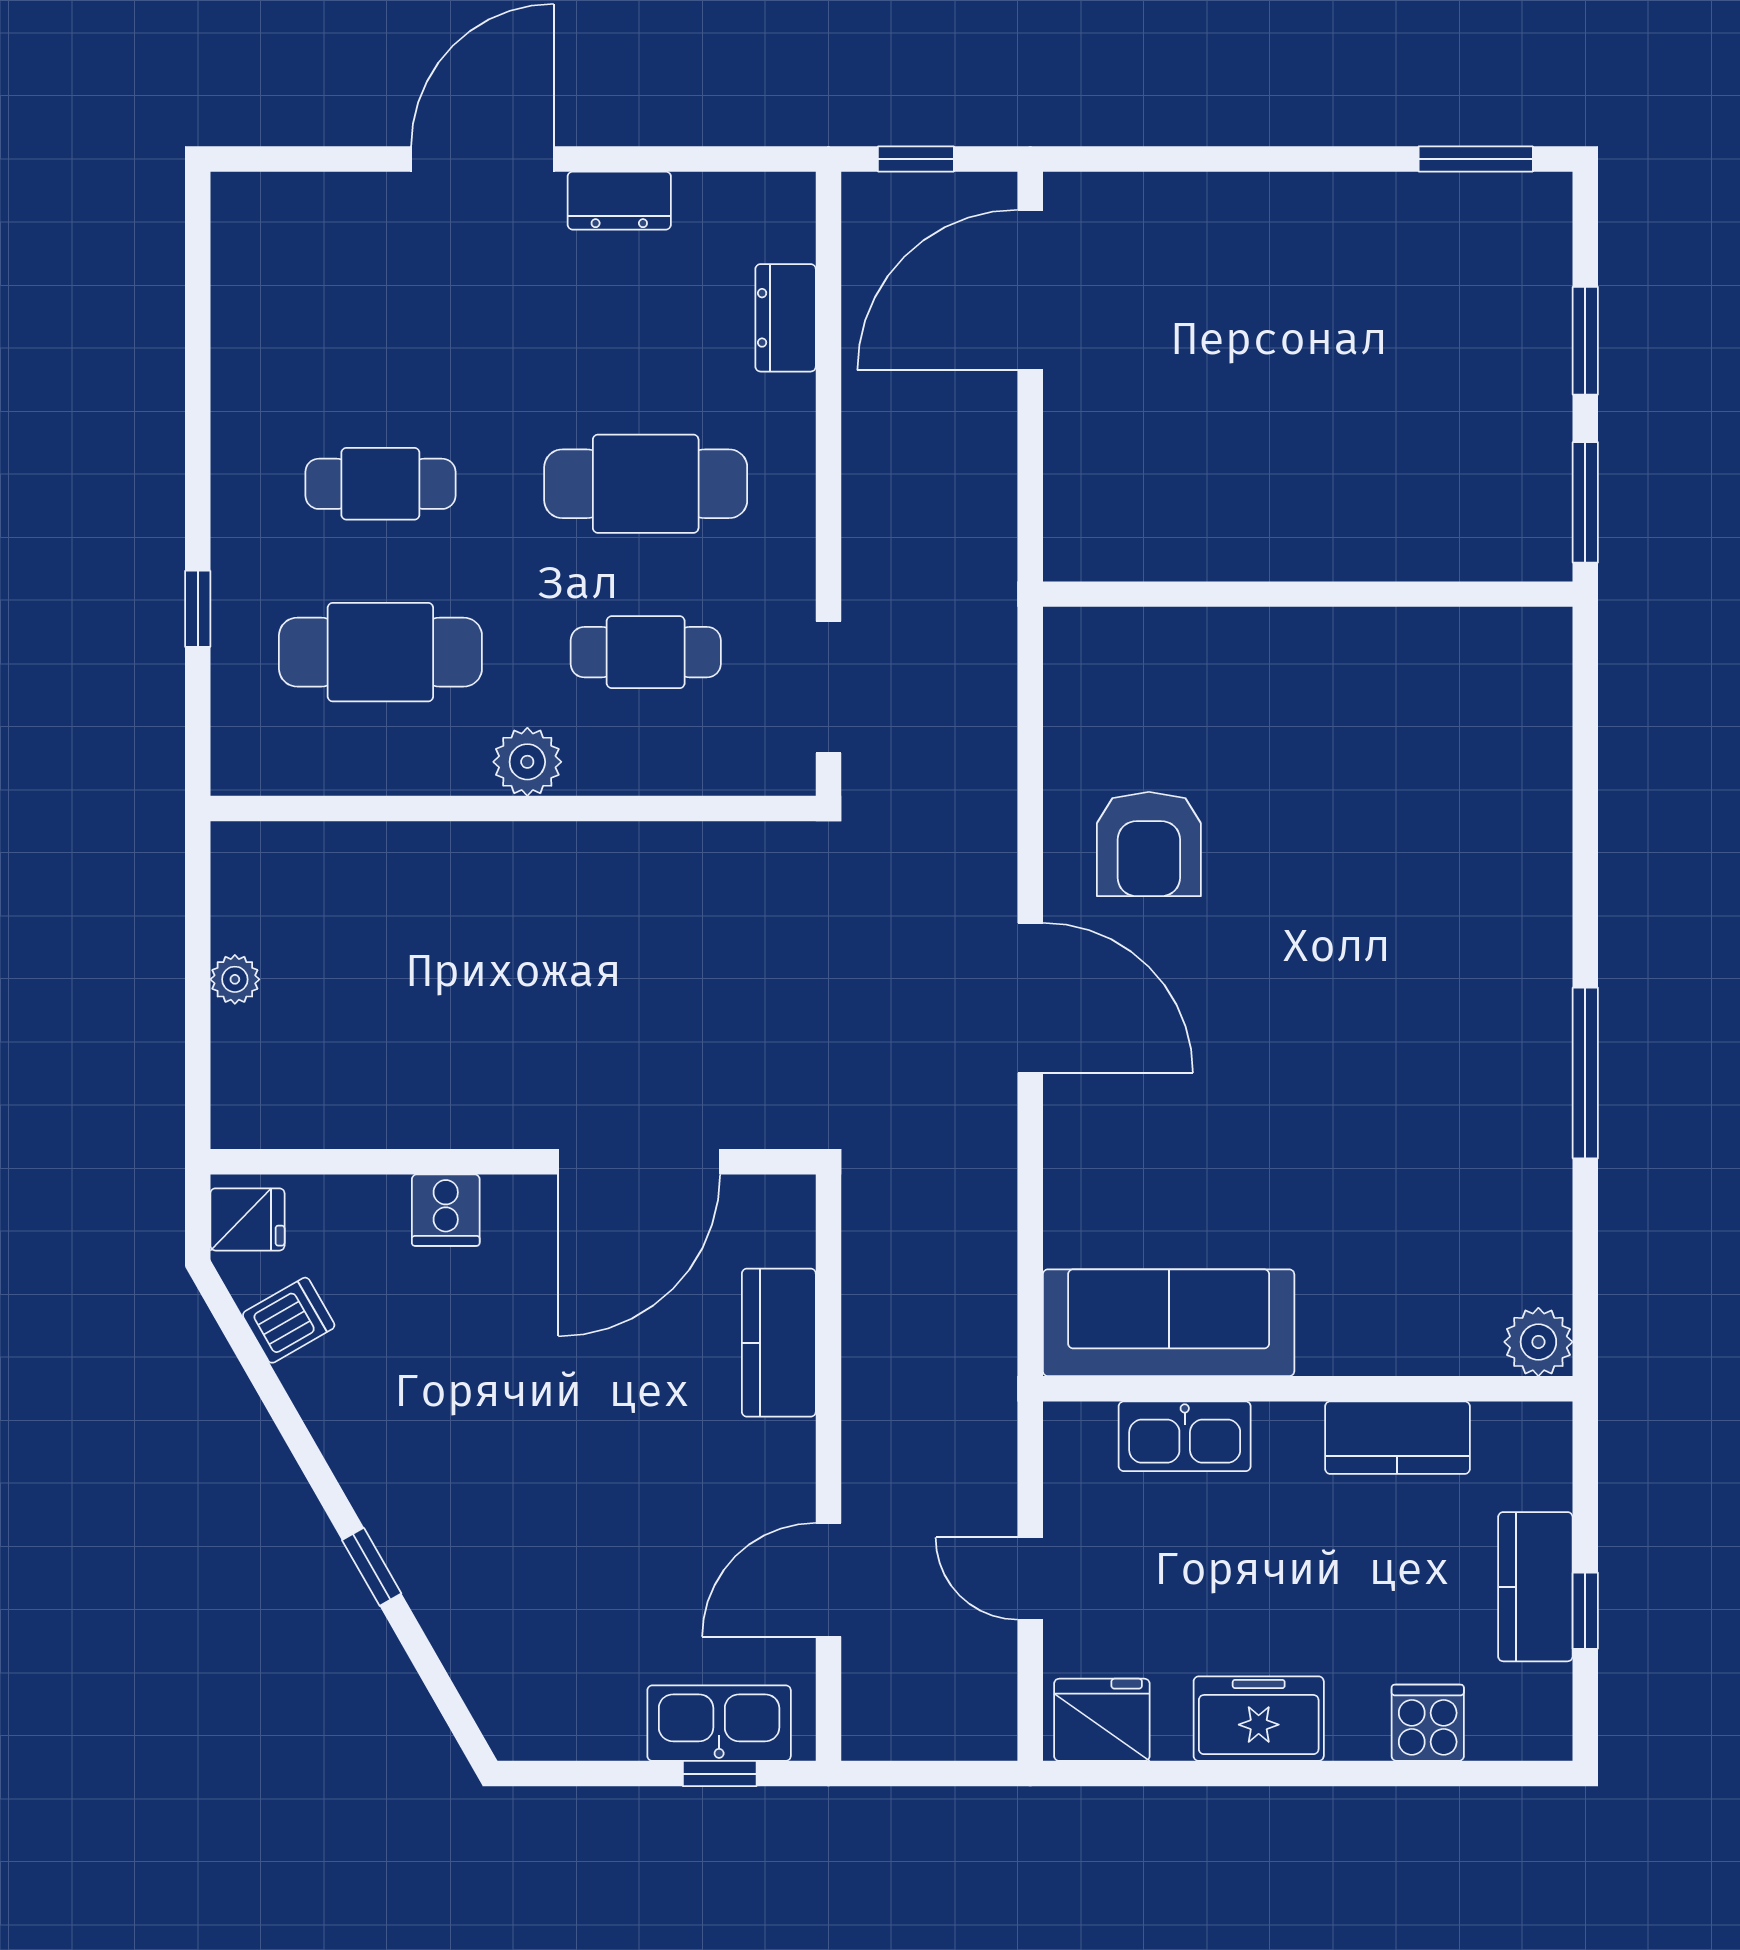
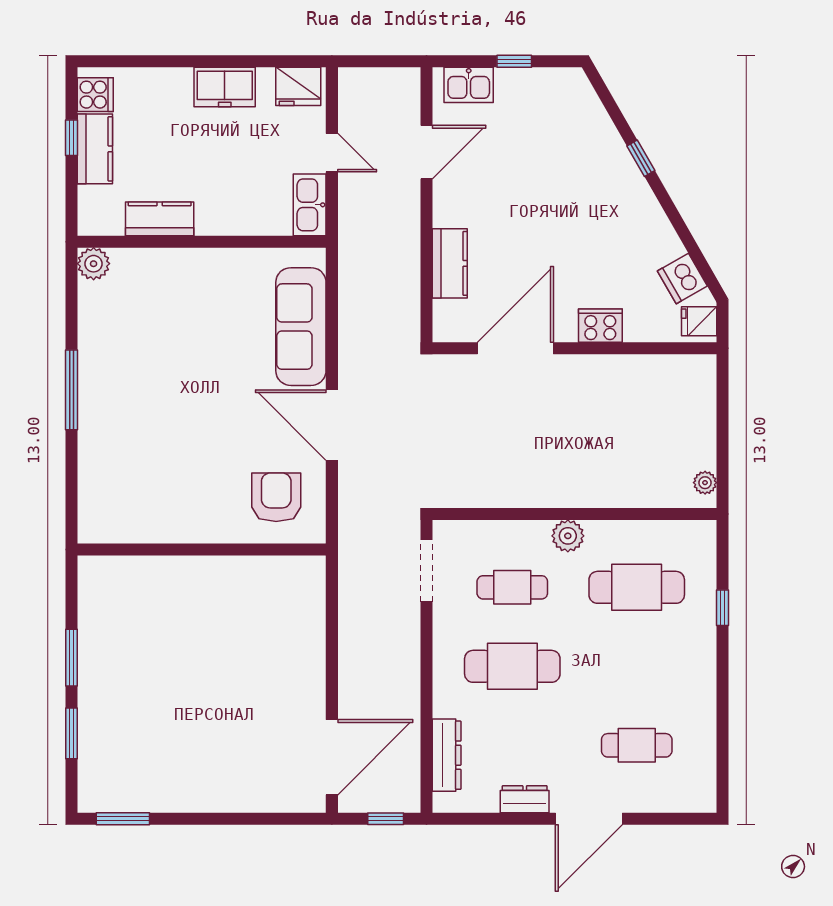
dresser: (786, 318) -> (447, 755), width x1.44
cafe table: (380, 484) -> (637, 745), moved
wall: (1308, 594) -> (202, 549), moved
plant: (235, 979) -> (705, 483), moved
cooker: (446, 1210) -> (600, 326), width x1.36
dishwasher: (289, 1320) -> (682, 278), width x1.38
sofa: (1169, 1323) -> (301, 327), moved, turned 90
kitchen sink: (1185, 1436) -> (310, 205), moved, turned -90
kitchen sink: (719, 1723) -> (469, 85), width x0.73
cooker: (1428, 1723) -> (95, 95), moved, turned -90
window: (720, 1774) -> (514, 61), moved

